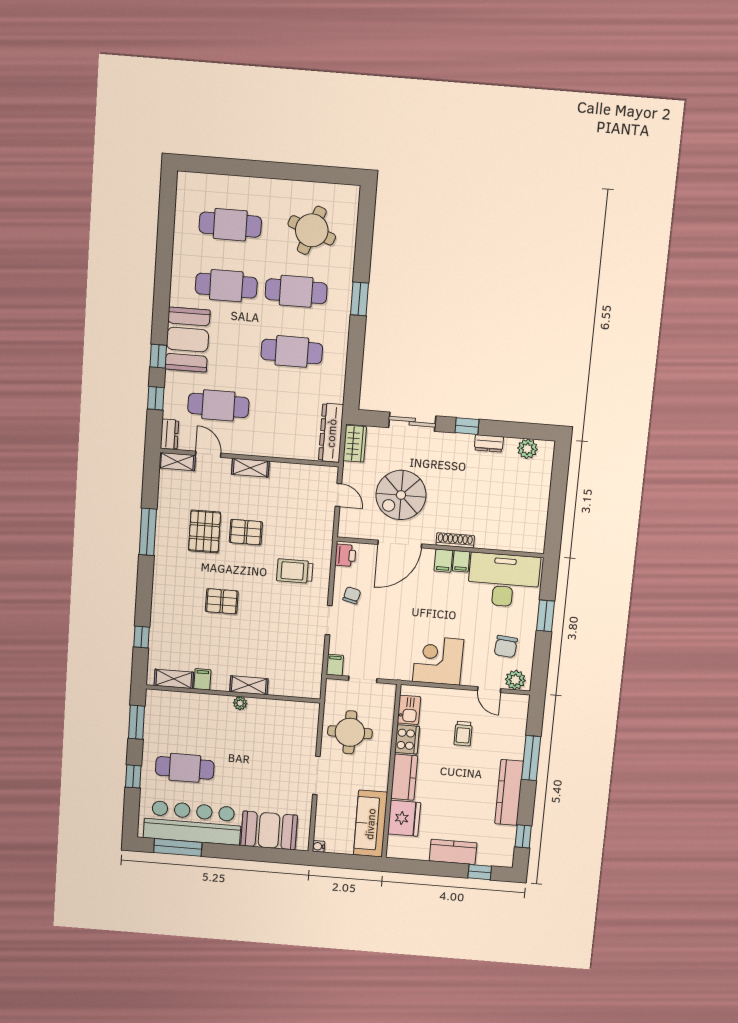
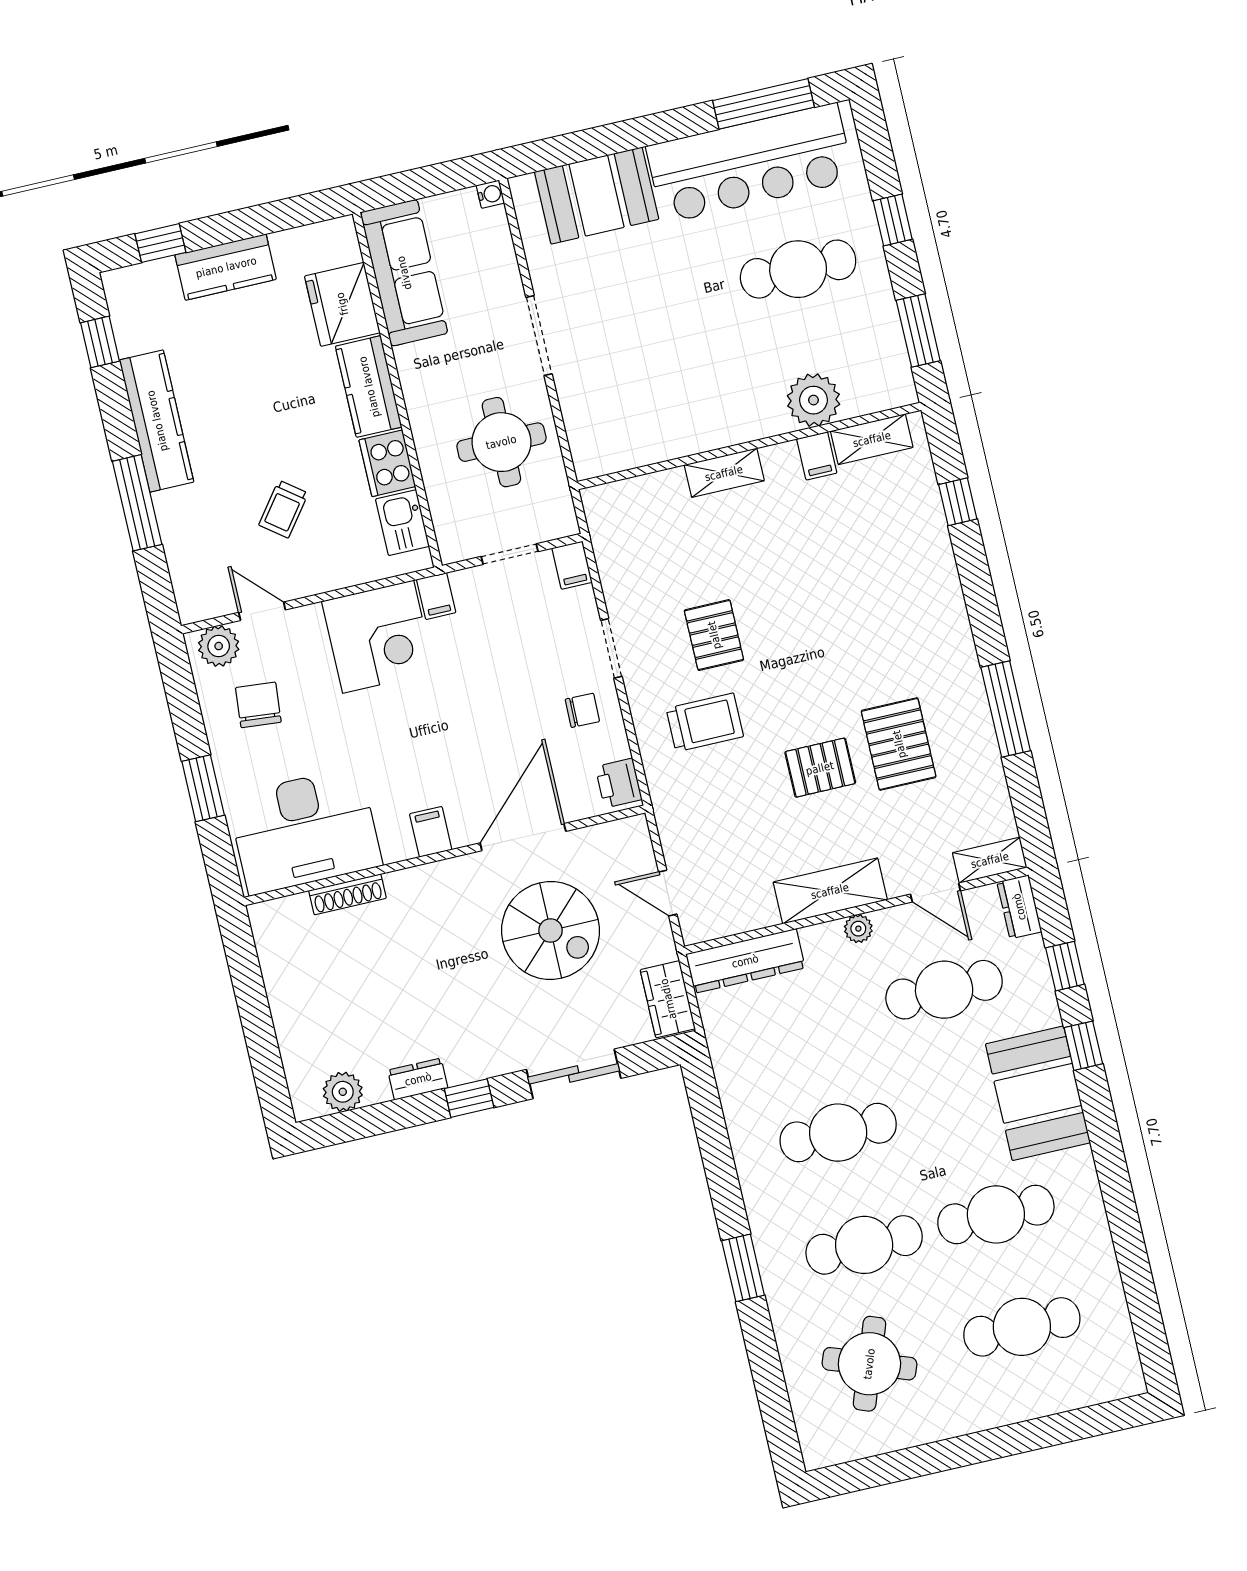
dresser: (331, 433) -> (745, 961), moved, turned 90
plant: (251, 449) -> (858, 929), added
shelving: (250, 468) -> (830, 891), width x1.50, depth x1.33
spiral stairs: (401, 495) -> (551, 931), turned 90
shoe rack: (455, 540) -> (347, 894), moved
filing cabinet: (461, 561) -> (436, 596), moved, turned 180
chair: (352, 595) -> (582, 710), turned -103
pallet: (222, 601) -> (714, 635), moved, turned 90
plant: (240, 703) -> (814, 400), moved, width x1.88, depth x1.88
trolley: (463, 734) -> (283, 509), turned -143

